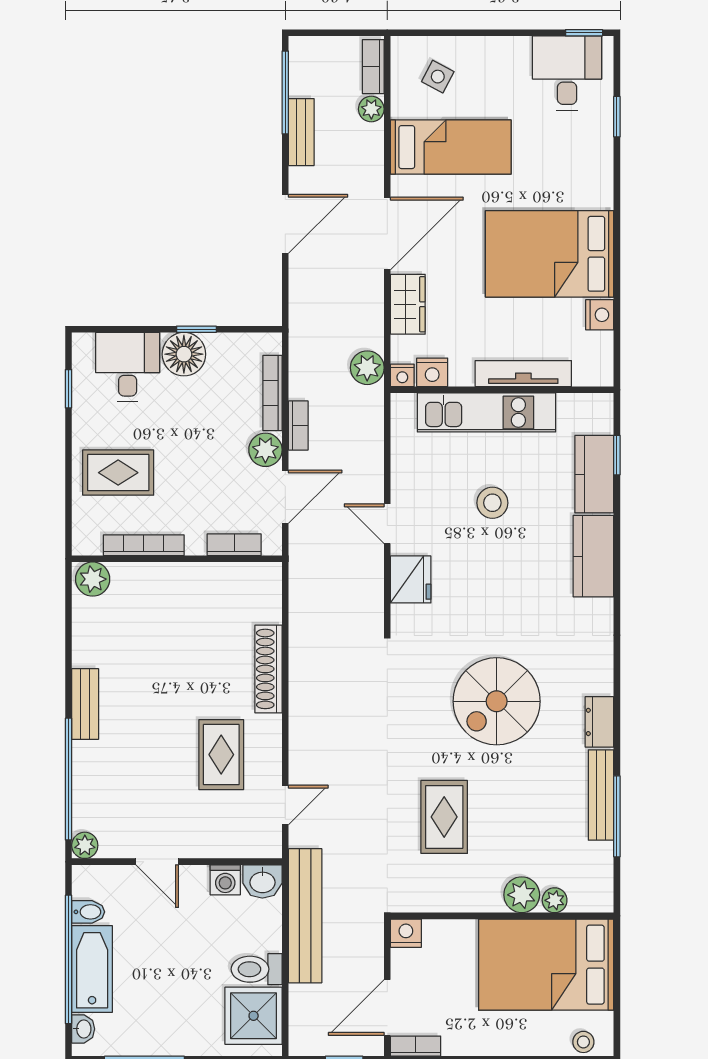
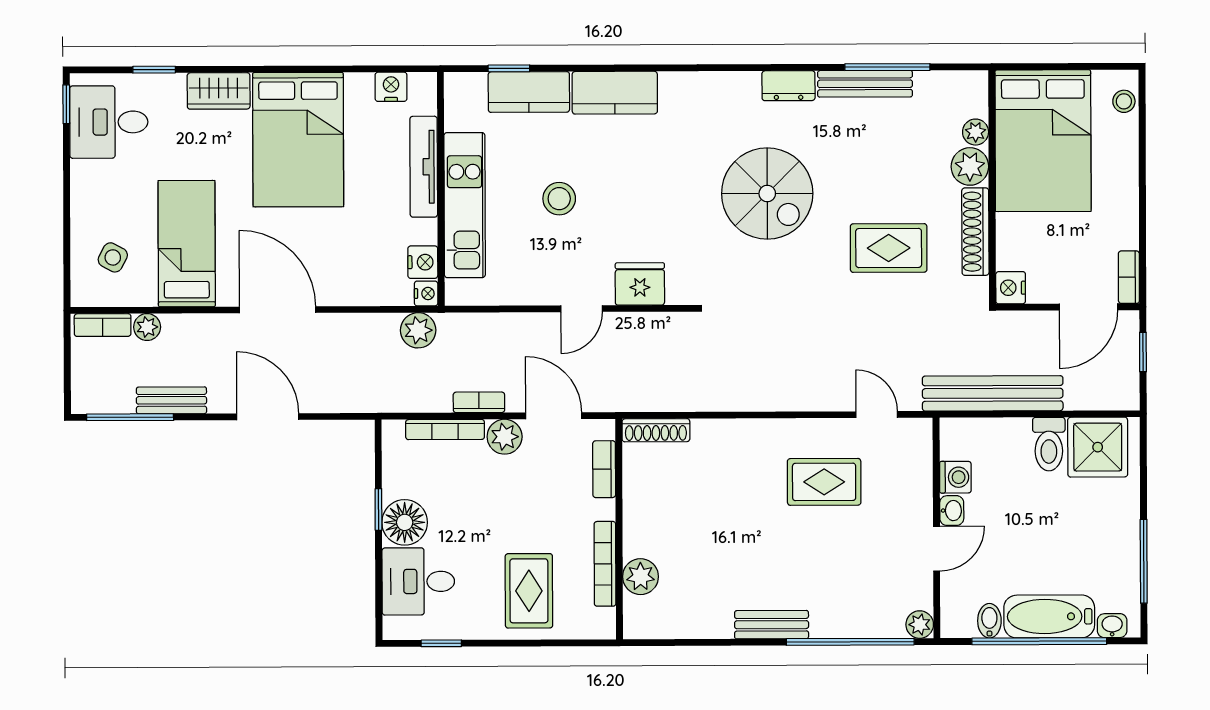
wardrobe: (408, 304) -> (219, 91), moved, turned 180
nightstand: (600, 315) -> (391, 87), moved
plant: (93, 579) -> (640, 577), moved
shoe rack: (269, 669) -> (656, 430), moved, width x0.74, depth x0.81
washbasin: (262, 881) -> (952, 511), moved, width x0.72, depth x0.69
shoe rack: (460, 900) -> (975, 232), added
door: (387, 1008) -> (1089, 307), hinge flipped

